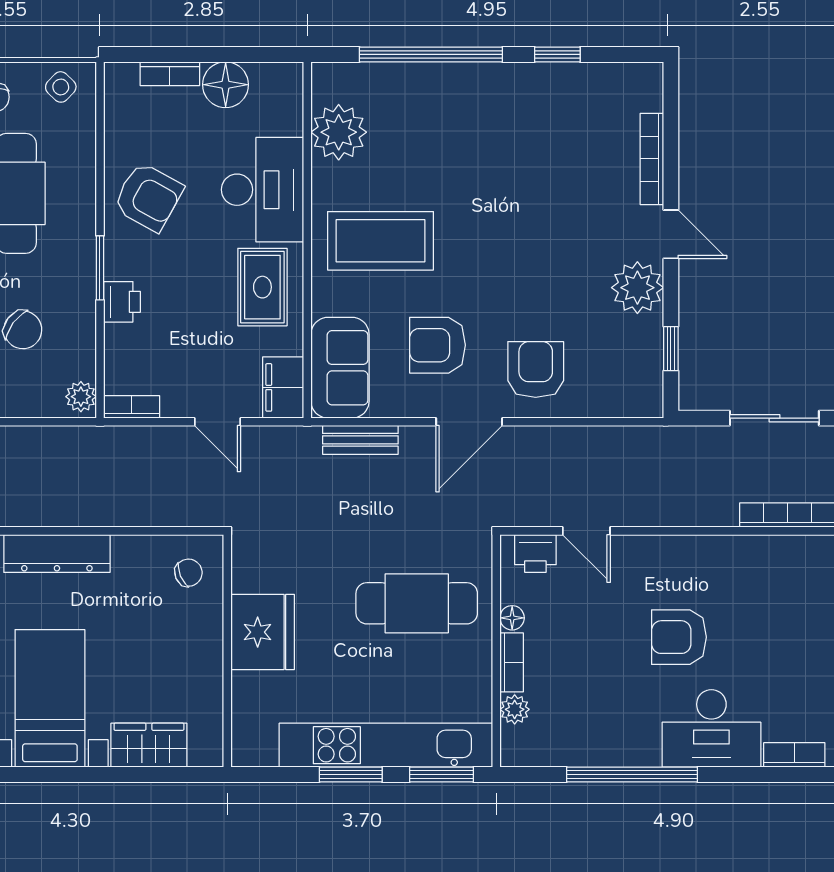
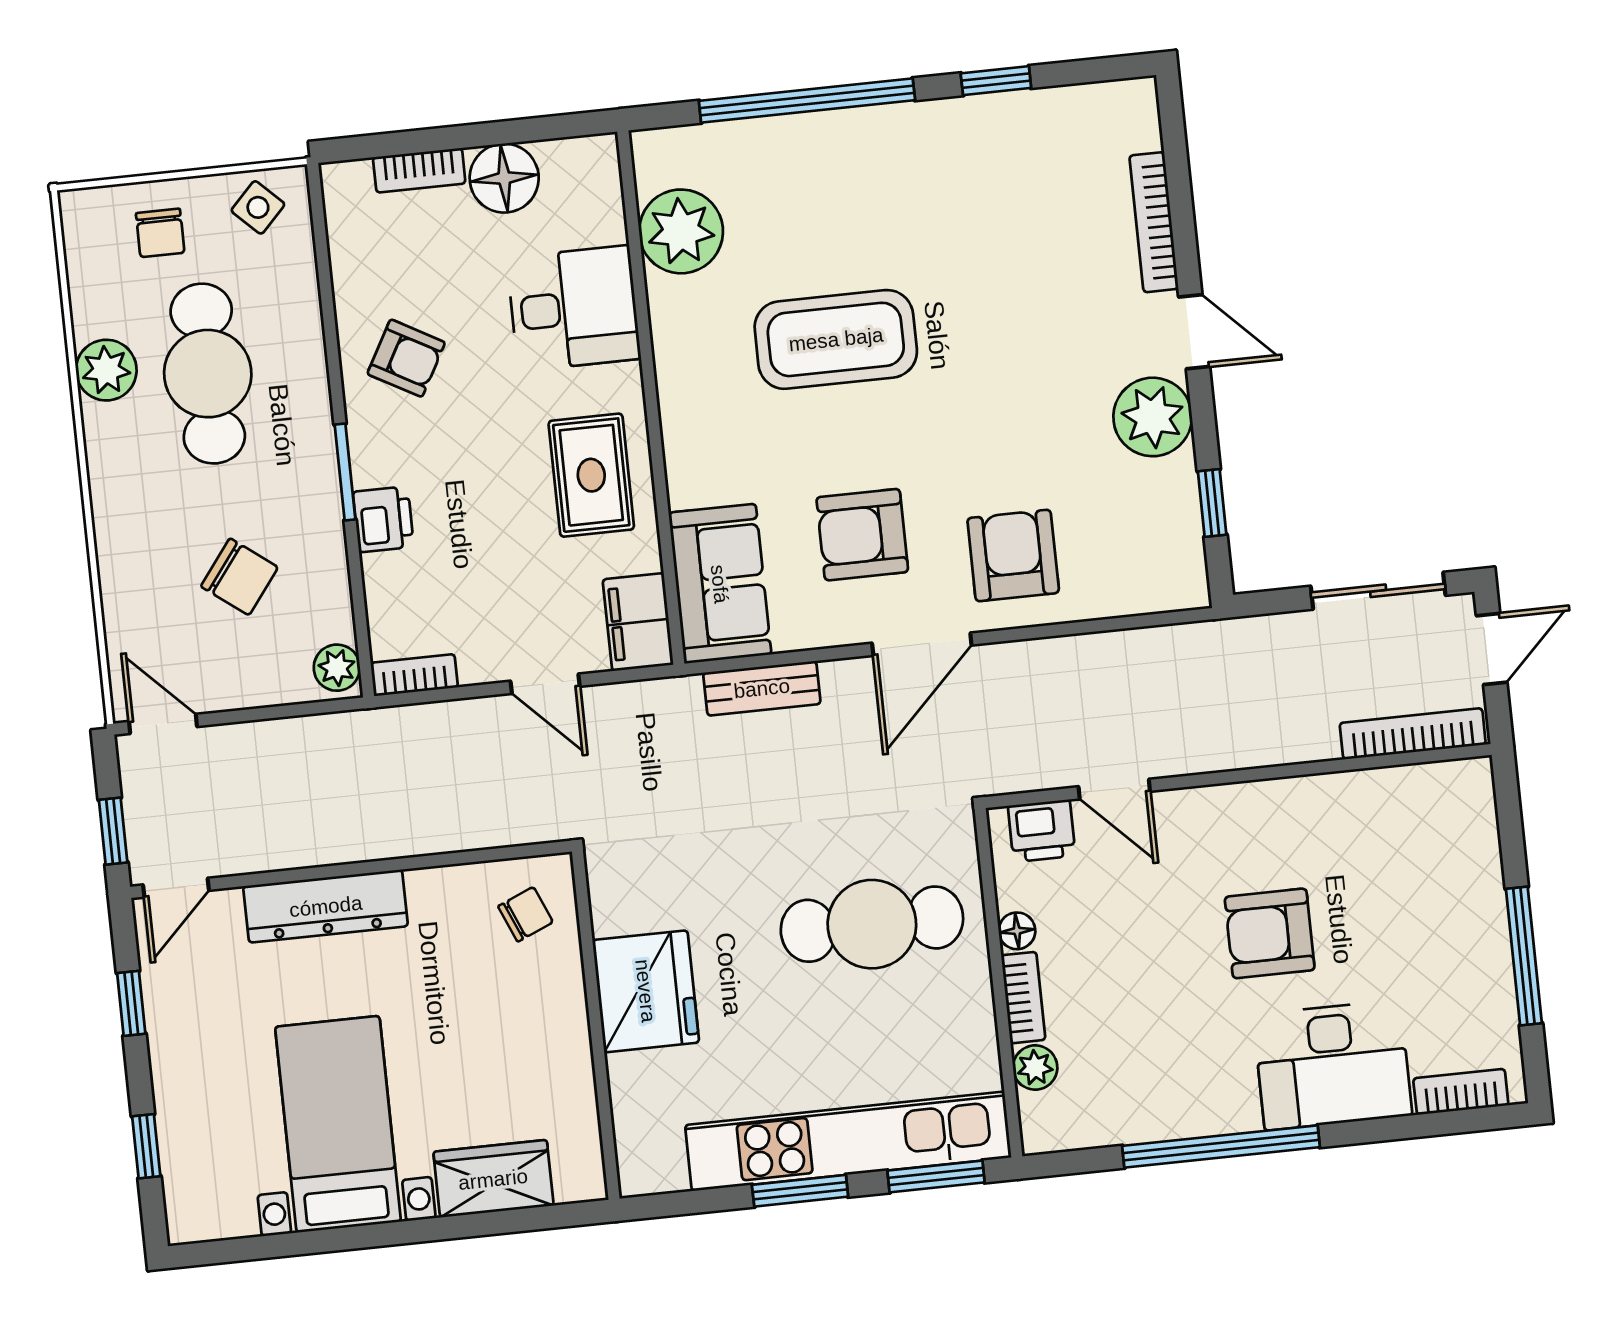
desk: (262, 190) -> (574, 308), width x0.73
armchair: (148, 197) -> (406, 358), width x0.72, depth x0.72
coffee table: (381, 241) -> (836, 339), moved

